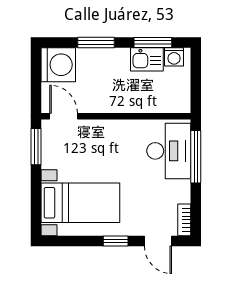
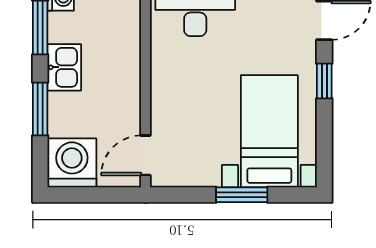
kitchen sink: (147, 59) -> (64, 67), moved
window: (36, 147) -> (242, 195), moved

